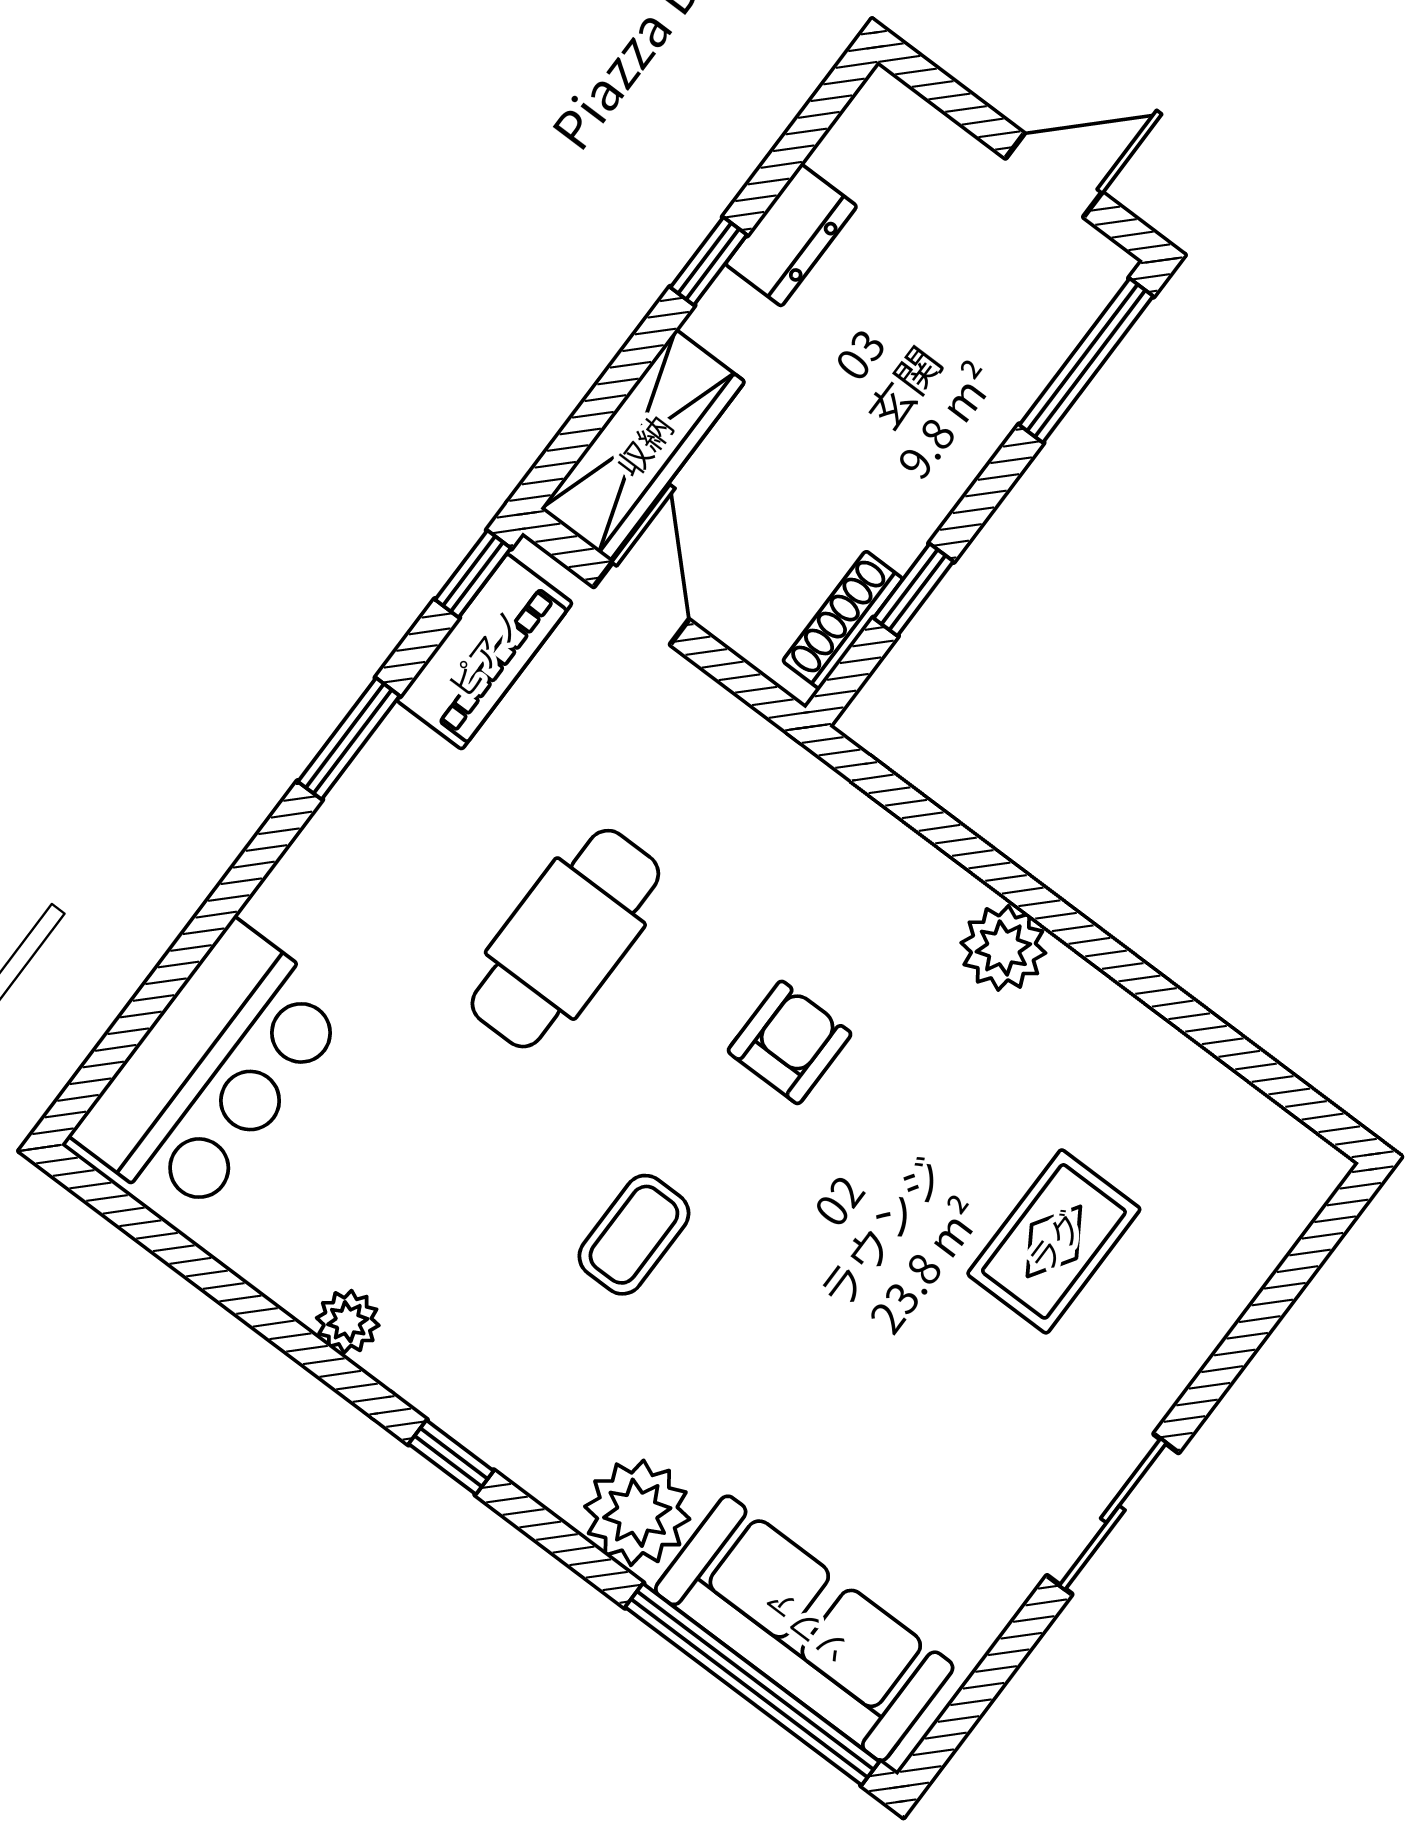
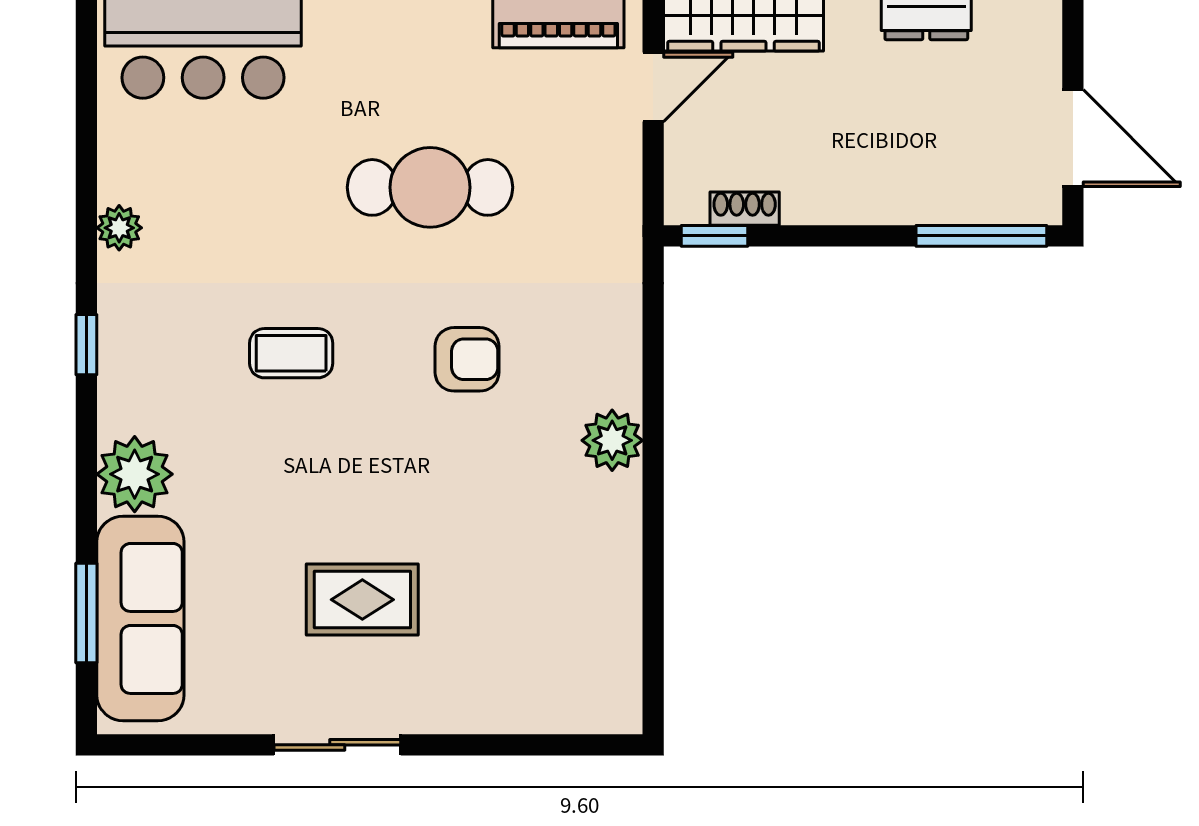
door: (1054, 175) -> (1073, 138), width x1.38
window: (914, 590) -> (715, 236), moved
shoe rack: (843, 620) -> (745, 209), width x0.70
rug: (1054, 1241) -> (362, 600), moved
window: (752, 1684) -> (86, 613), width x0.47

